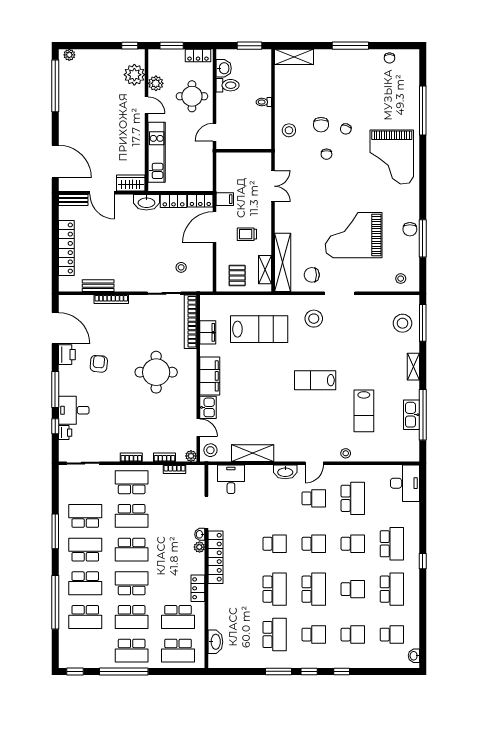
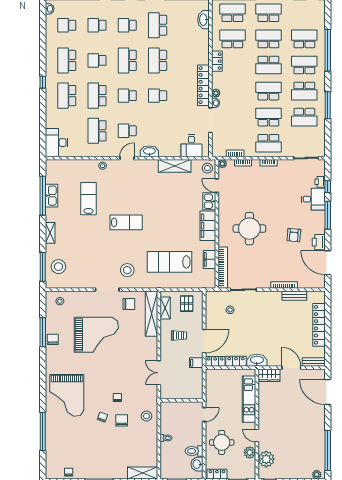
grand piano: (392, 157) -> (67, 395), turned 180
school desk: (353, 544) -> (97, 96), width x1.85

